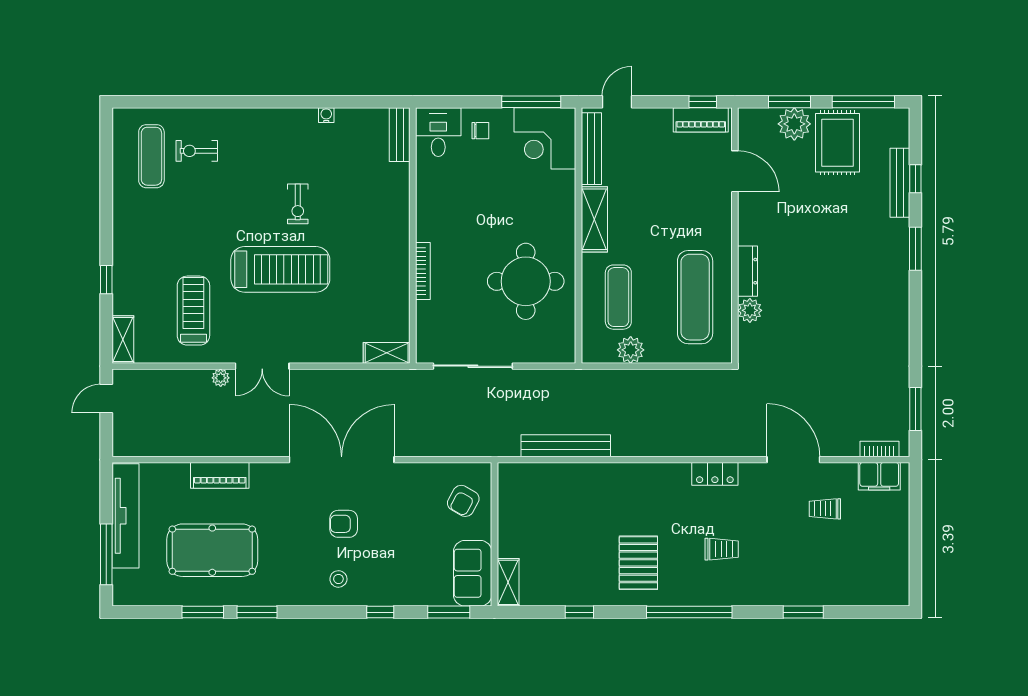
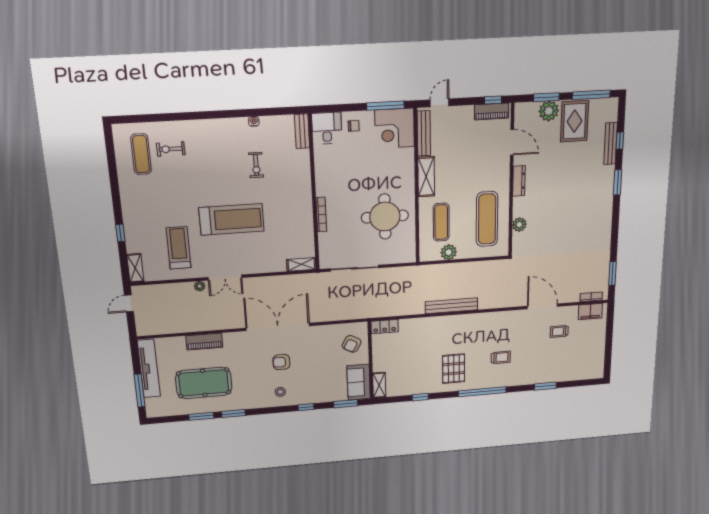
exercise bike: (298, 204) -> (256, 165), moved
dresser: (748, 271) -> (519, 181), moved
bench: (566, 446) -> (451, 306), moved
locker: (715, 474) -> (385, 327), moved

